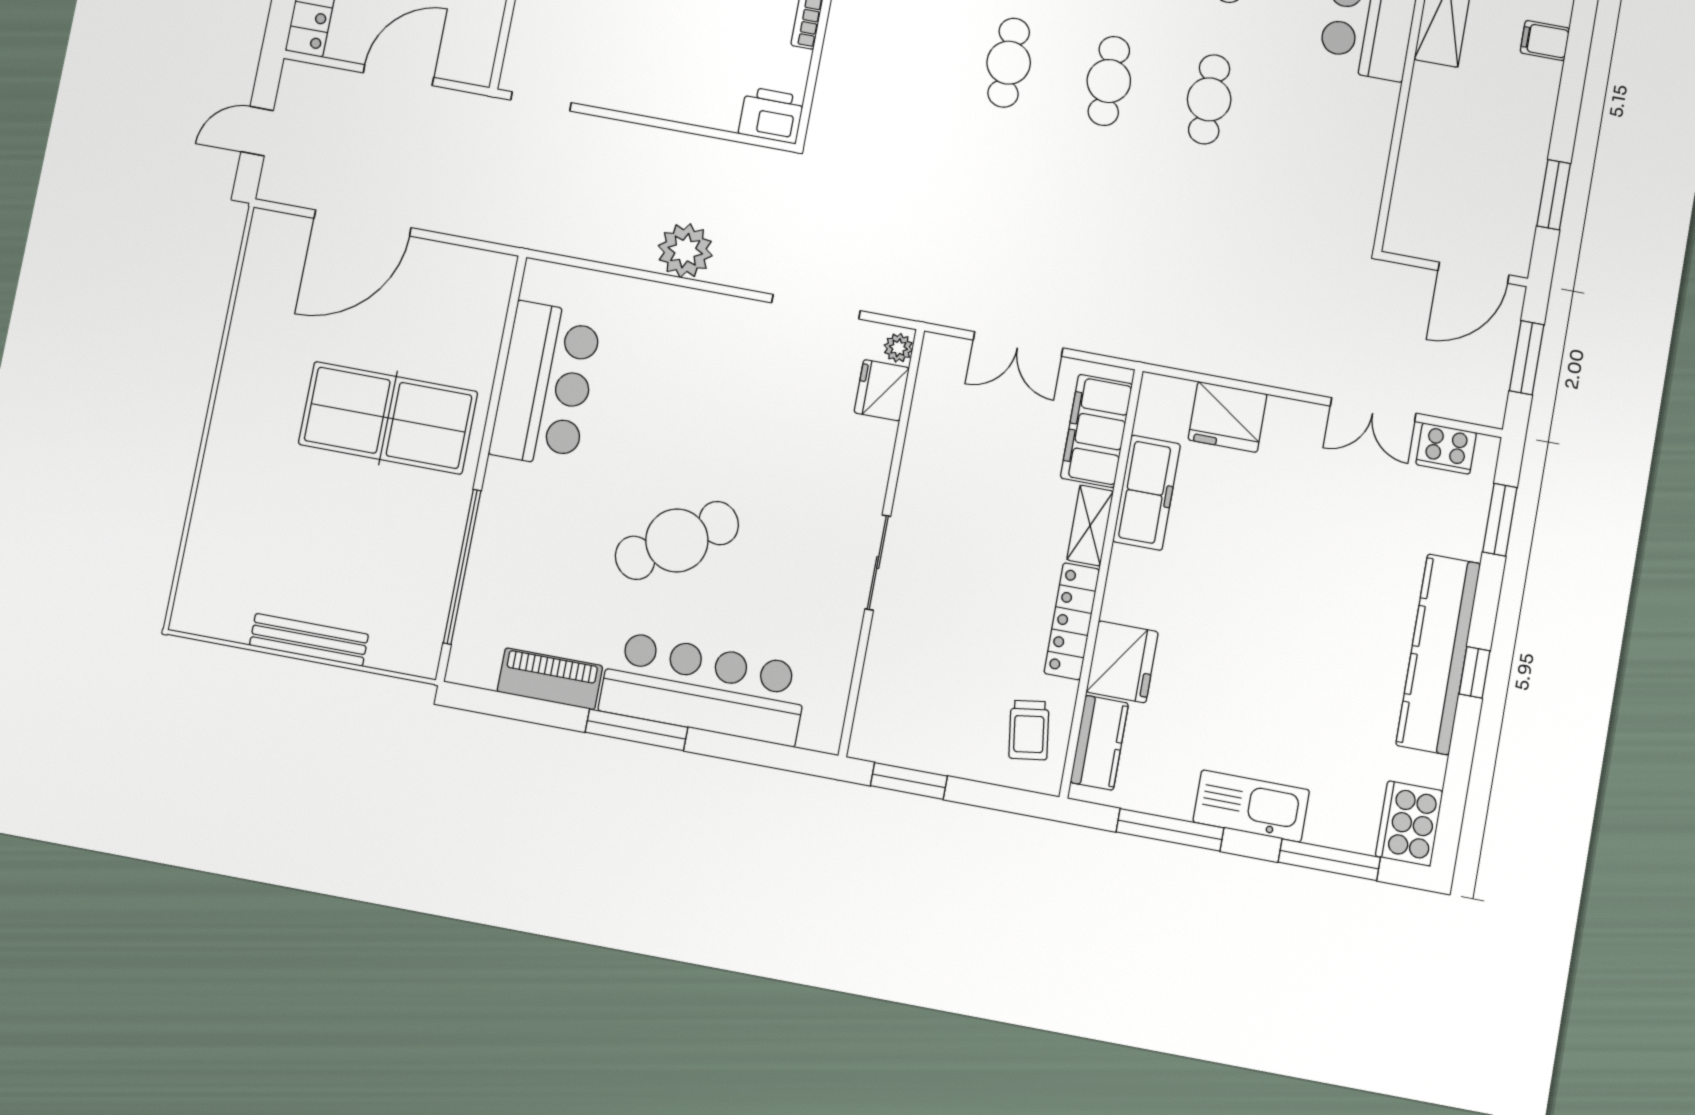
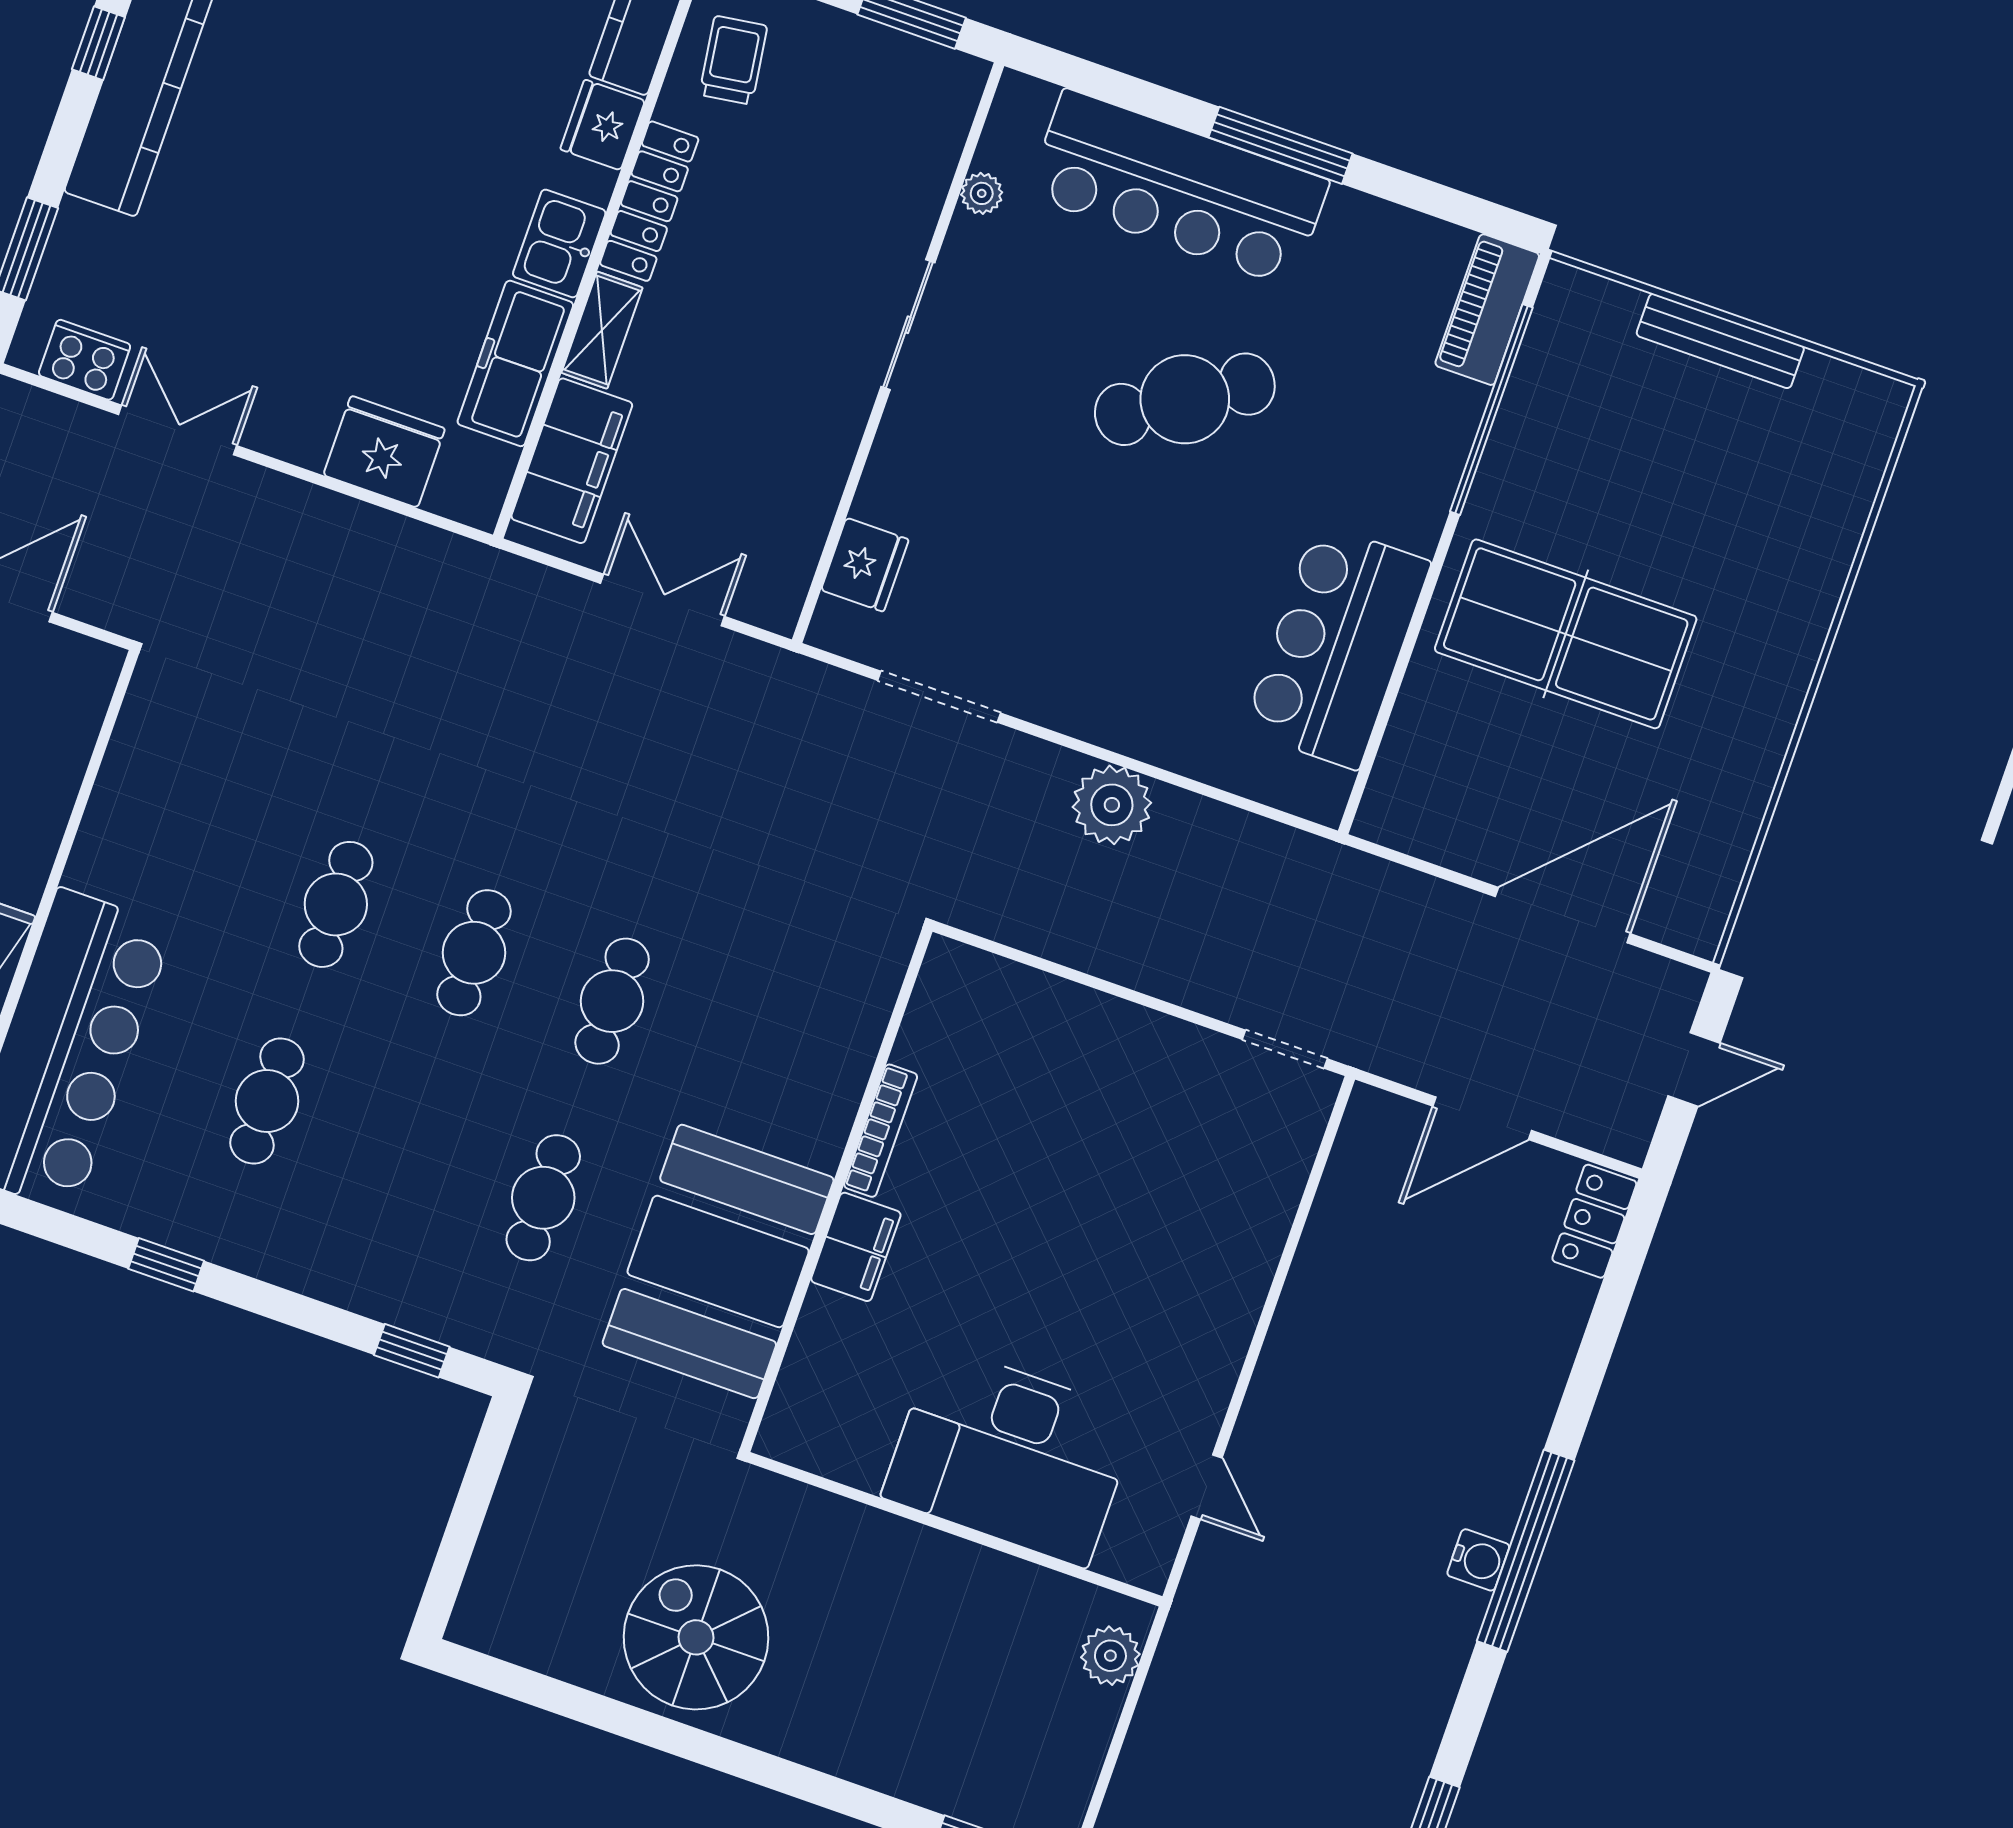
printer: (771, 115) -> (961, 979), removed
plant: (898, 348) -> (982, 193), moved
kitchen sink: (1130, 582) -> (559, 243), added
fridge: (1122, 662) -> (603, 125), width x0.73, depth x0.75
piano: (550, 679) -> (1487, 310), moved, turned 90

